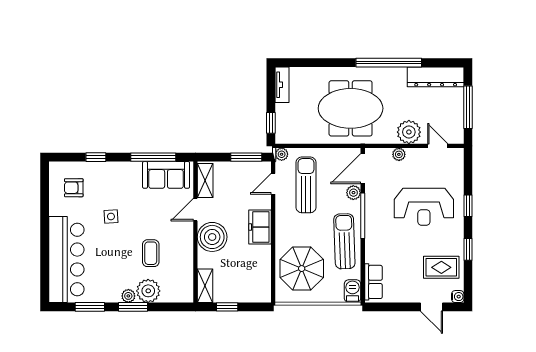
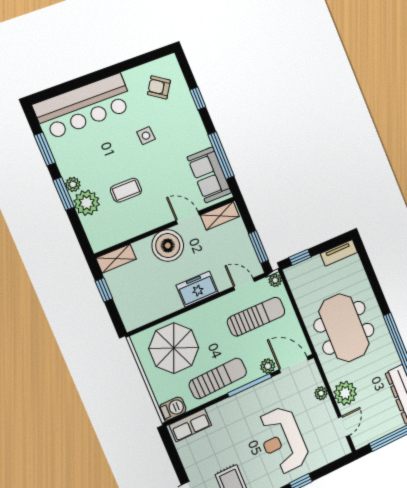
armchair: (74, 188) -> (159, 87), turned -56

